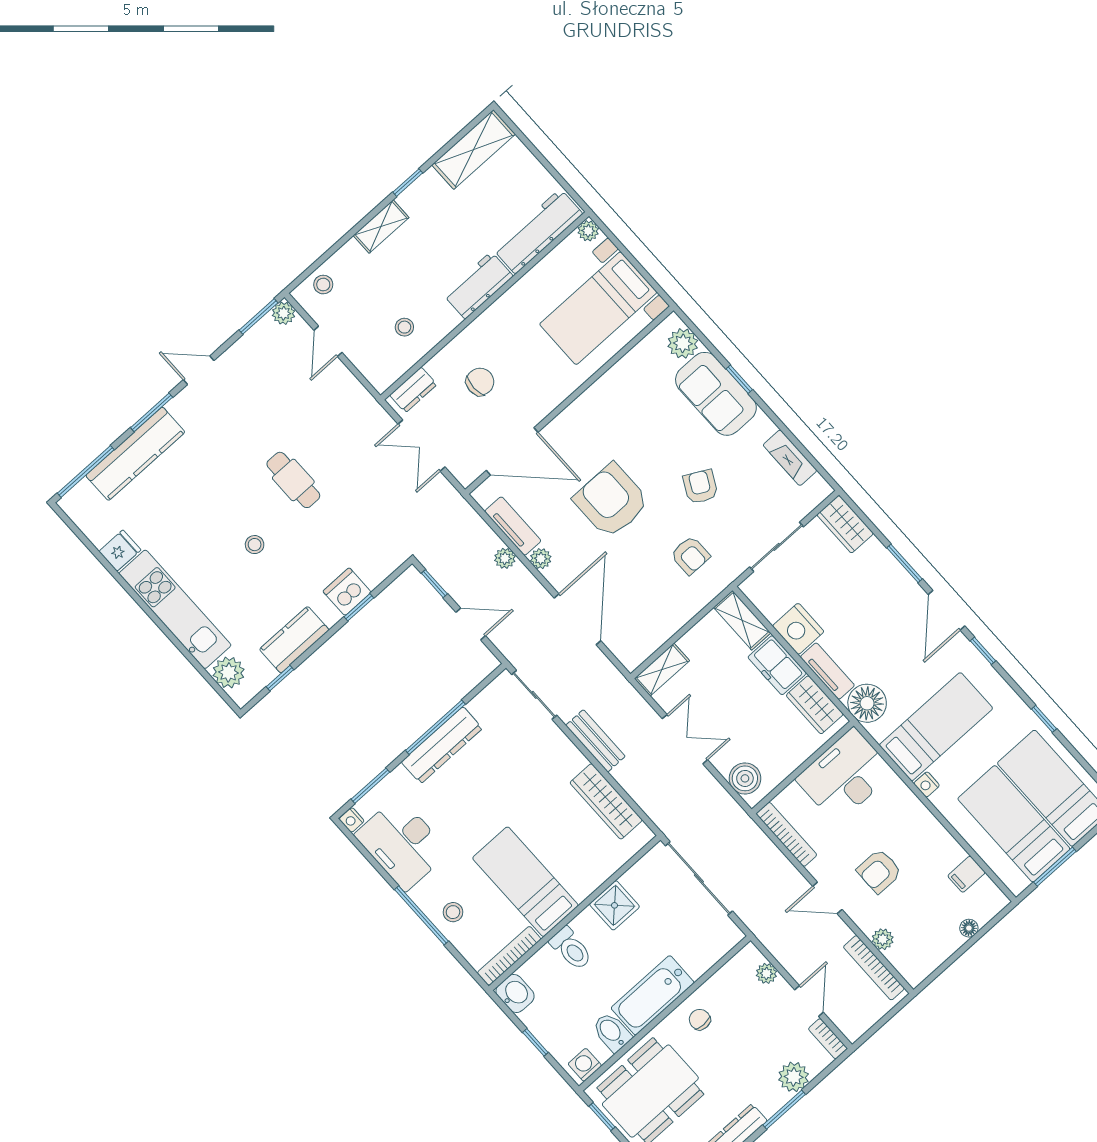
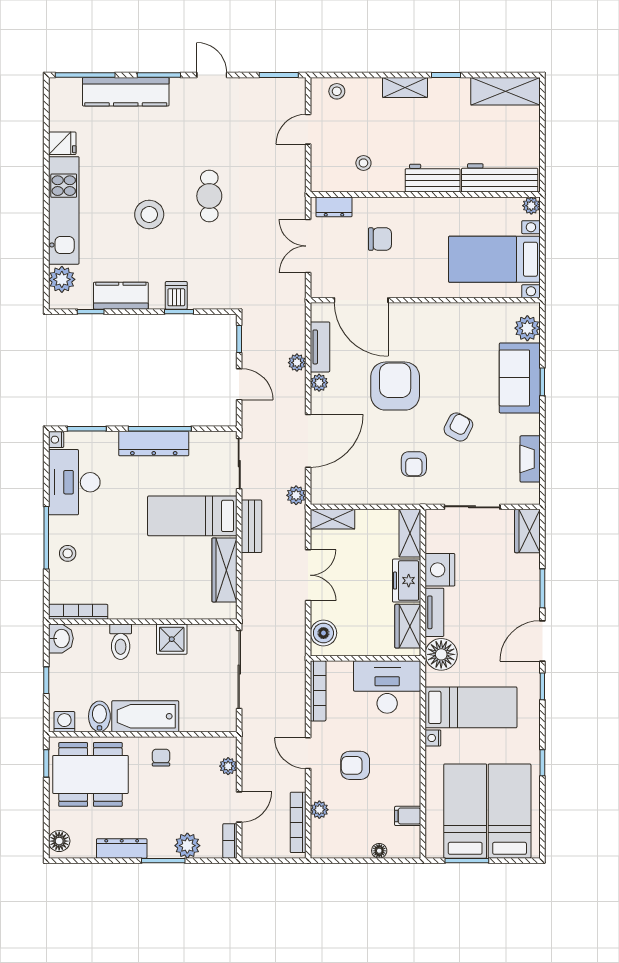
plant: (284, 313) -> (296, 495), moved
stool: (255, 545) -> (149, 215), width x1.89, depth x1.89
dishwasher: (347, 592) -> (176, 295), width x0.73
bed: (525, 882) -> (192, 516), moved, turned -90

